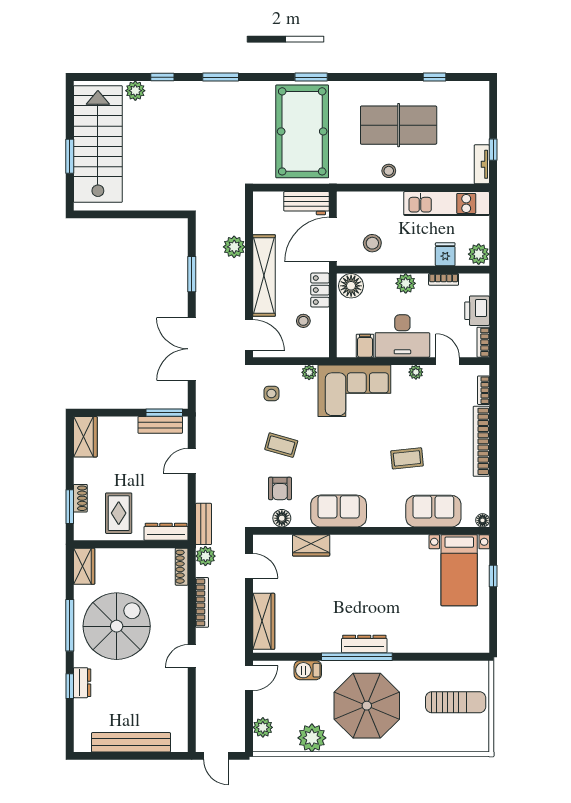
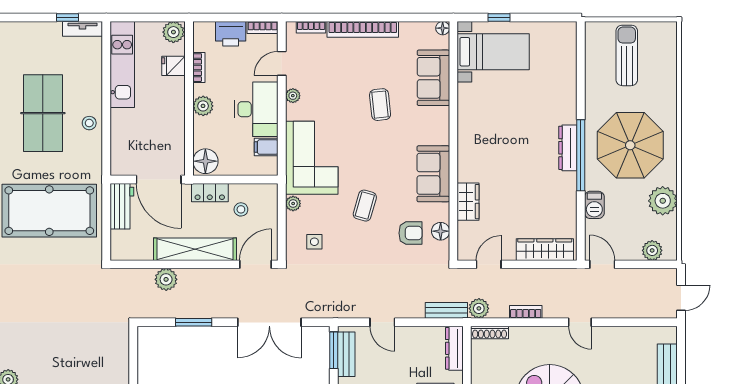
stool: (372, 243) -> (162, 140), removed
coffee table: (281, 445) -> (365, 206), moved
bookcase: (202, 602) -> (526, 312), width x0.64

